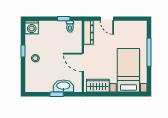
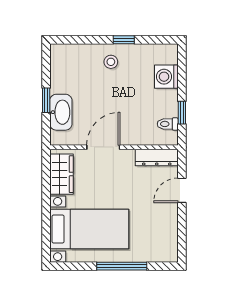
washing machine: (32, 27) -> (166, 77), moved

